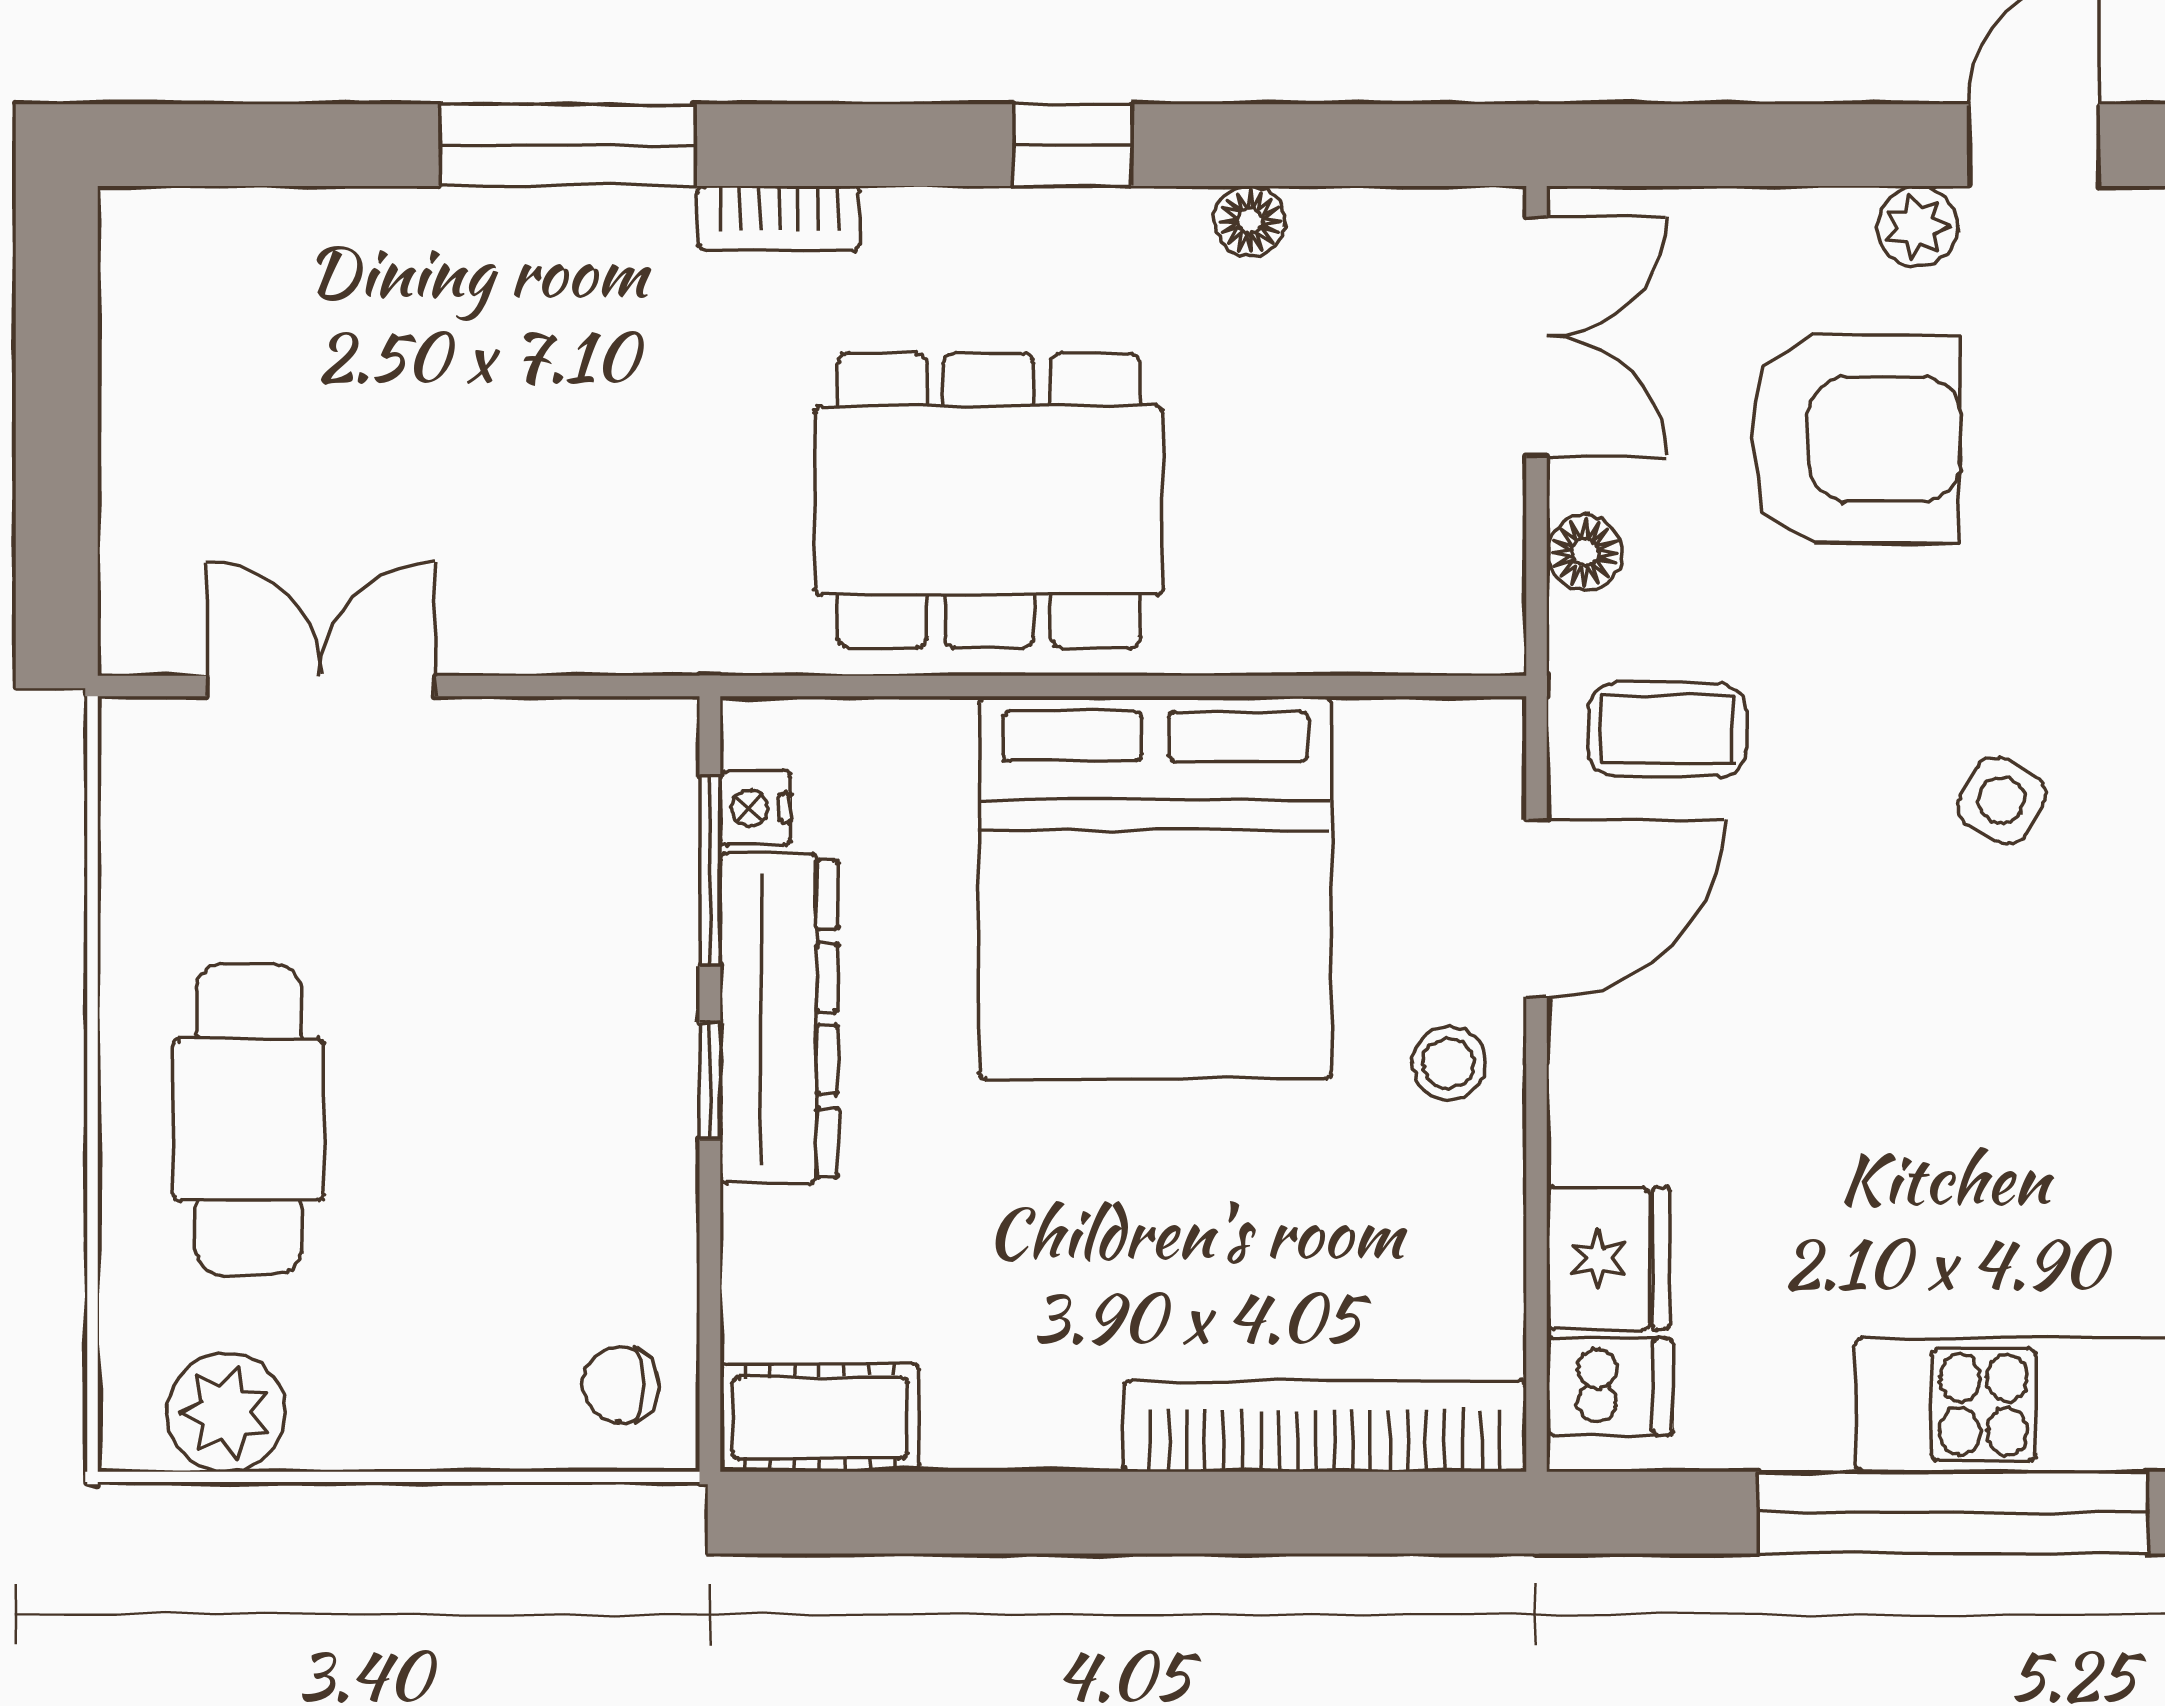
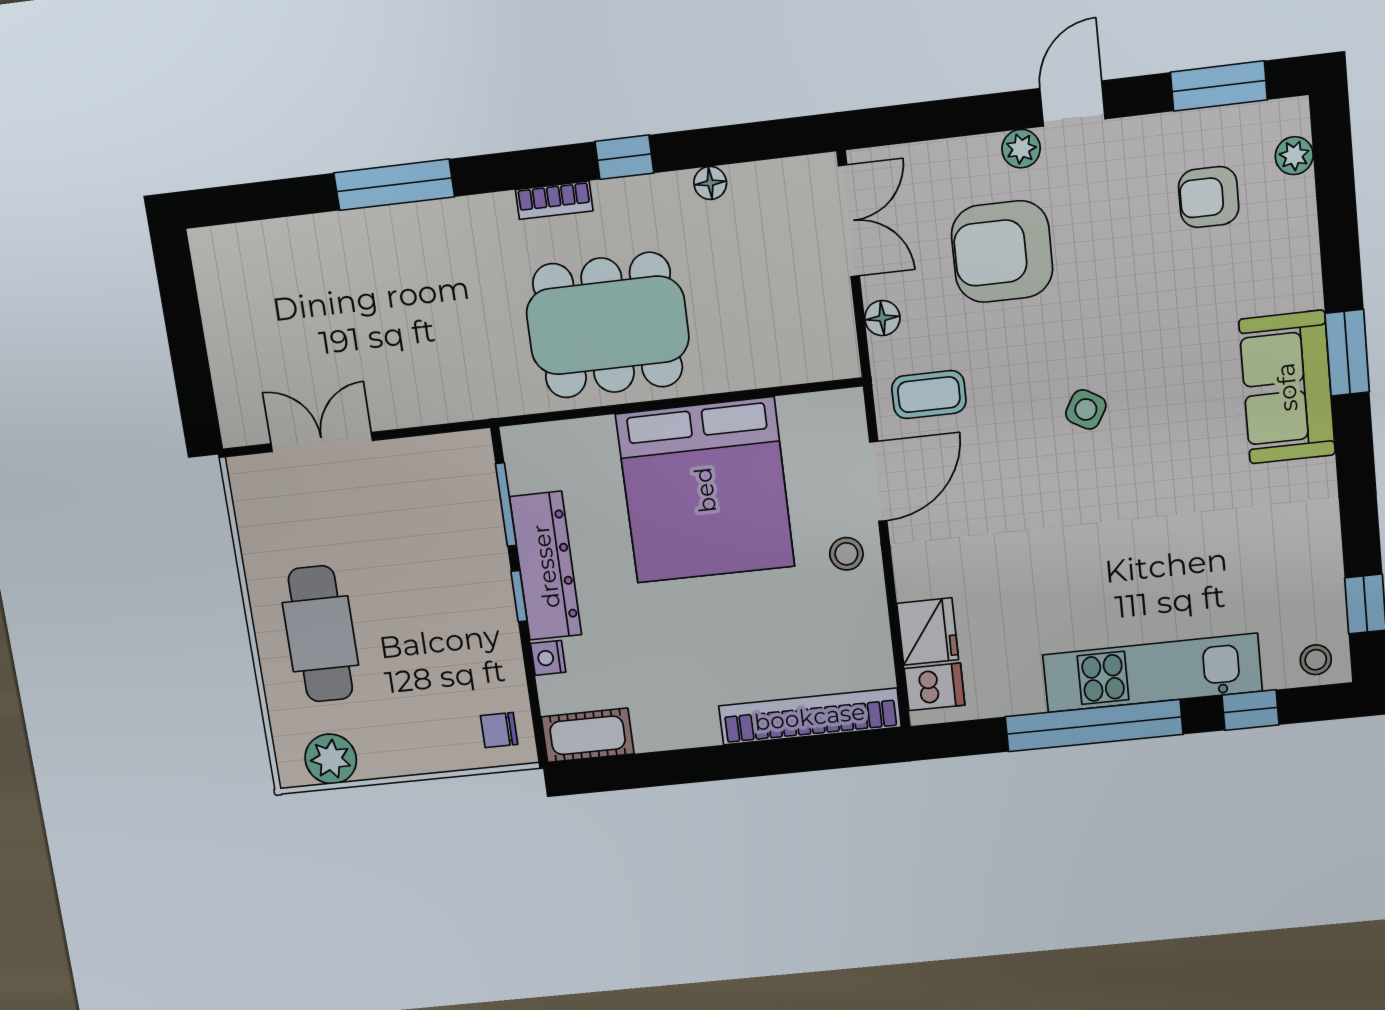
bookcase: (779, 218) -> (554, 200), moved
armchair: (1855, 439) -> (1002, 252), turned 180
nightstand: (755, 808) -> (548, 658), moved

